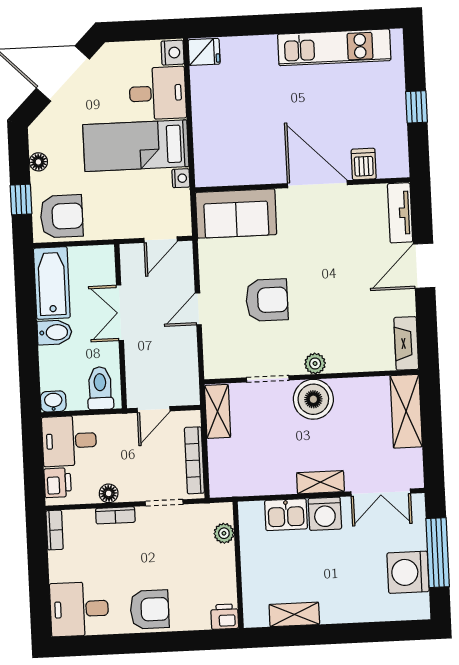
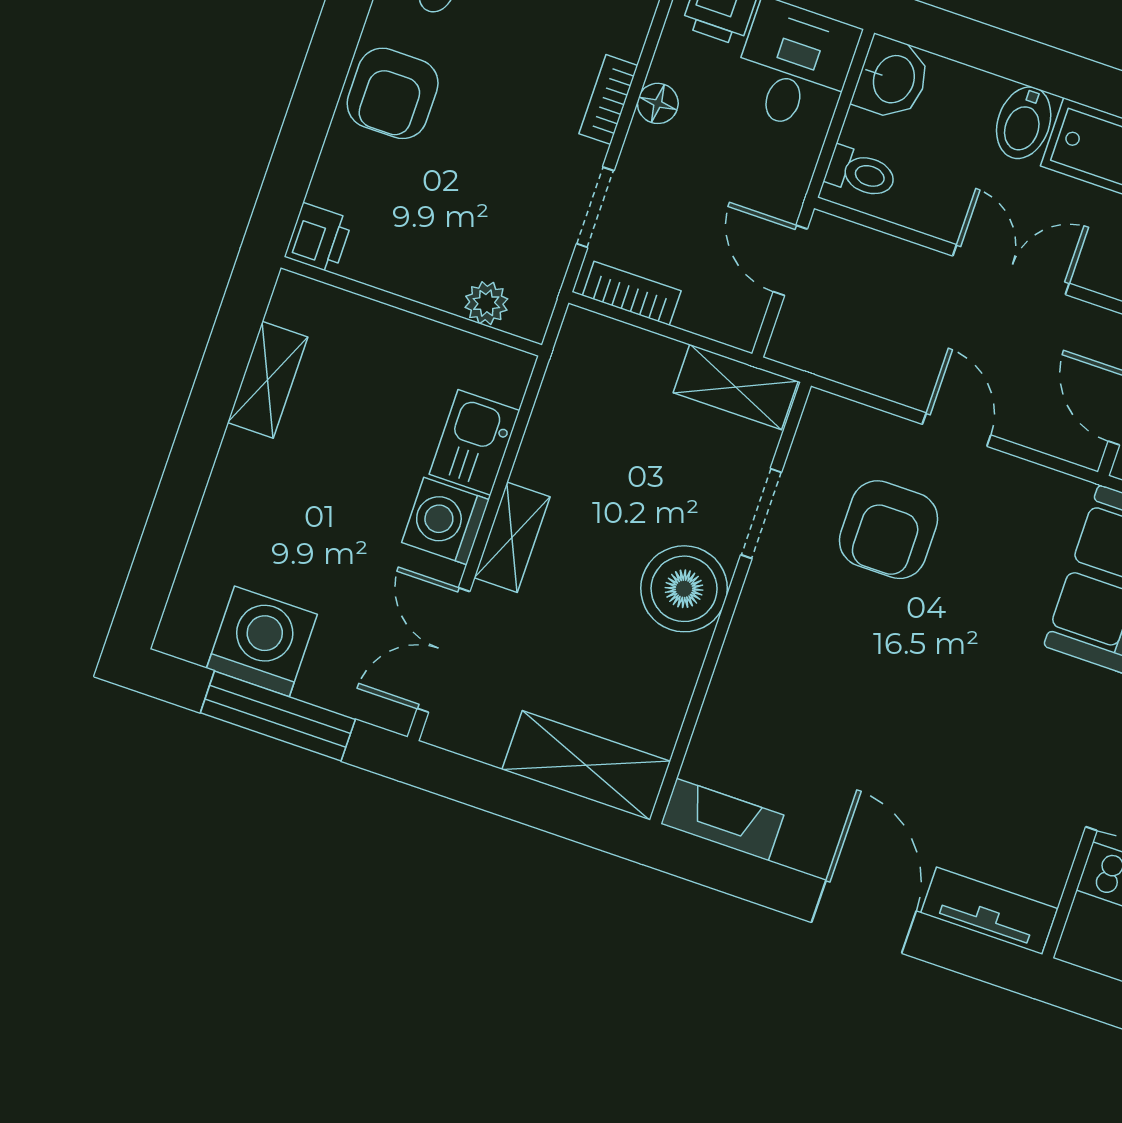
armchair: (267, 300) -> (888, 530), moved
plant: (315, 364) -> (754, 621), removed
toilet: (100, 388) -> (861, 173), width x0.73, depth x0.72
washbasin: (53, 401) -> (892, 79), width x1.38, depth x1.45
bookcase: (194, 460) -> (632, 293), width x0.64

